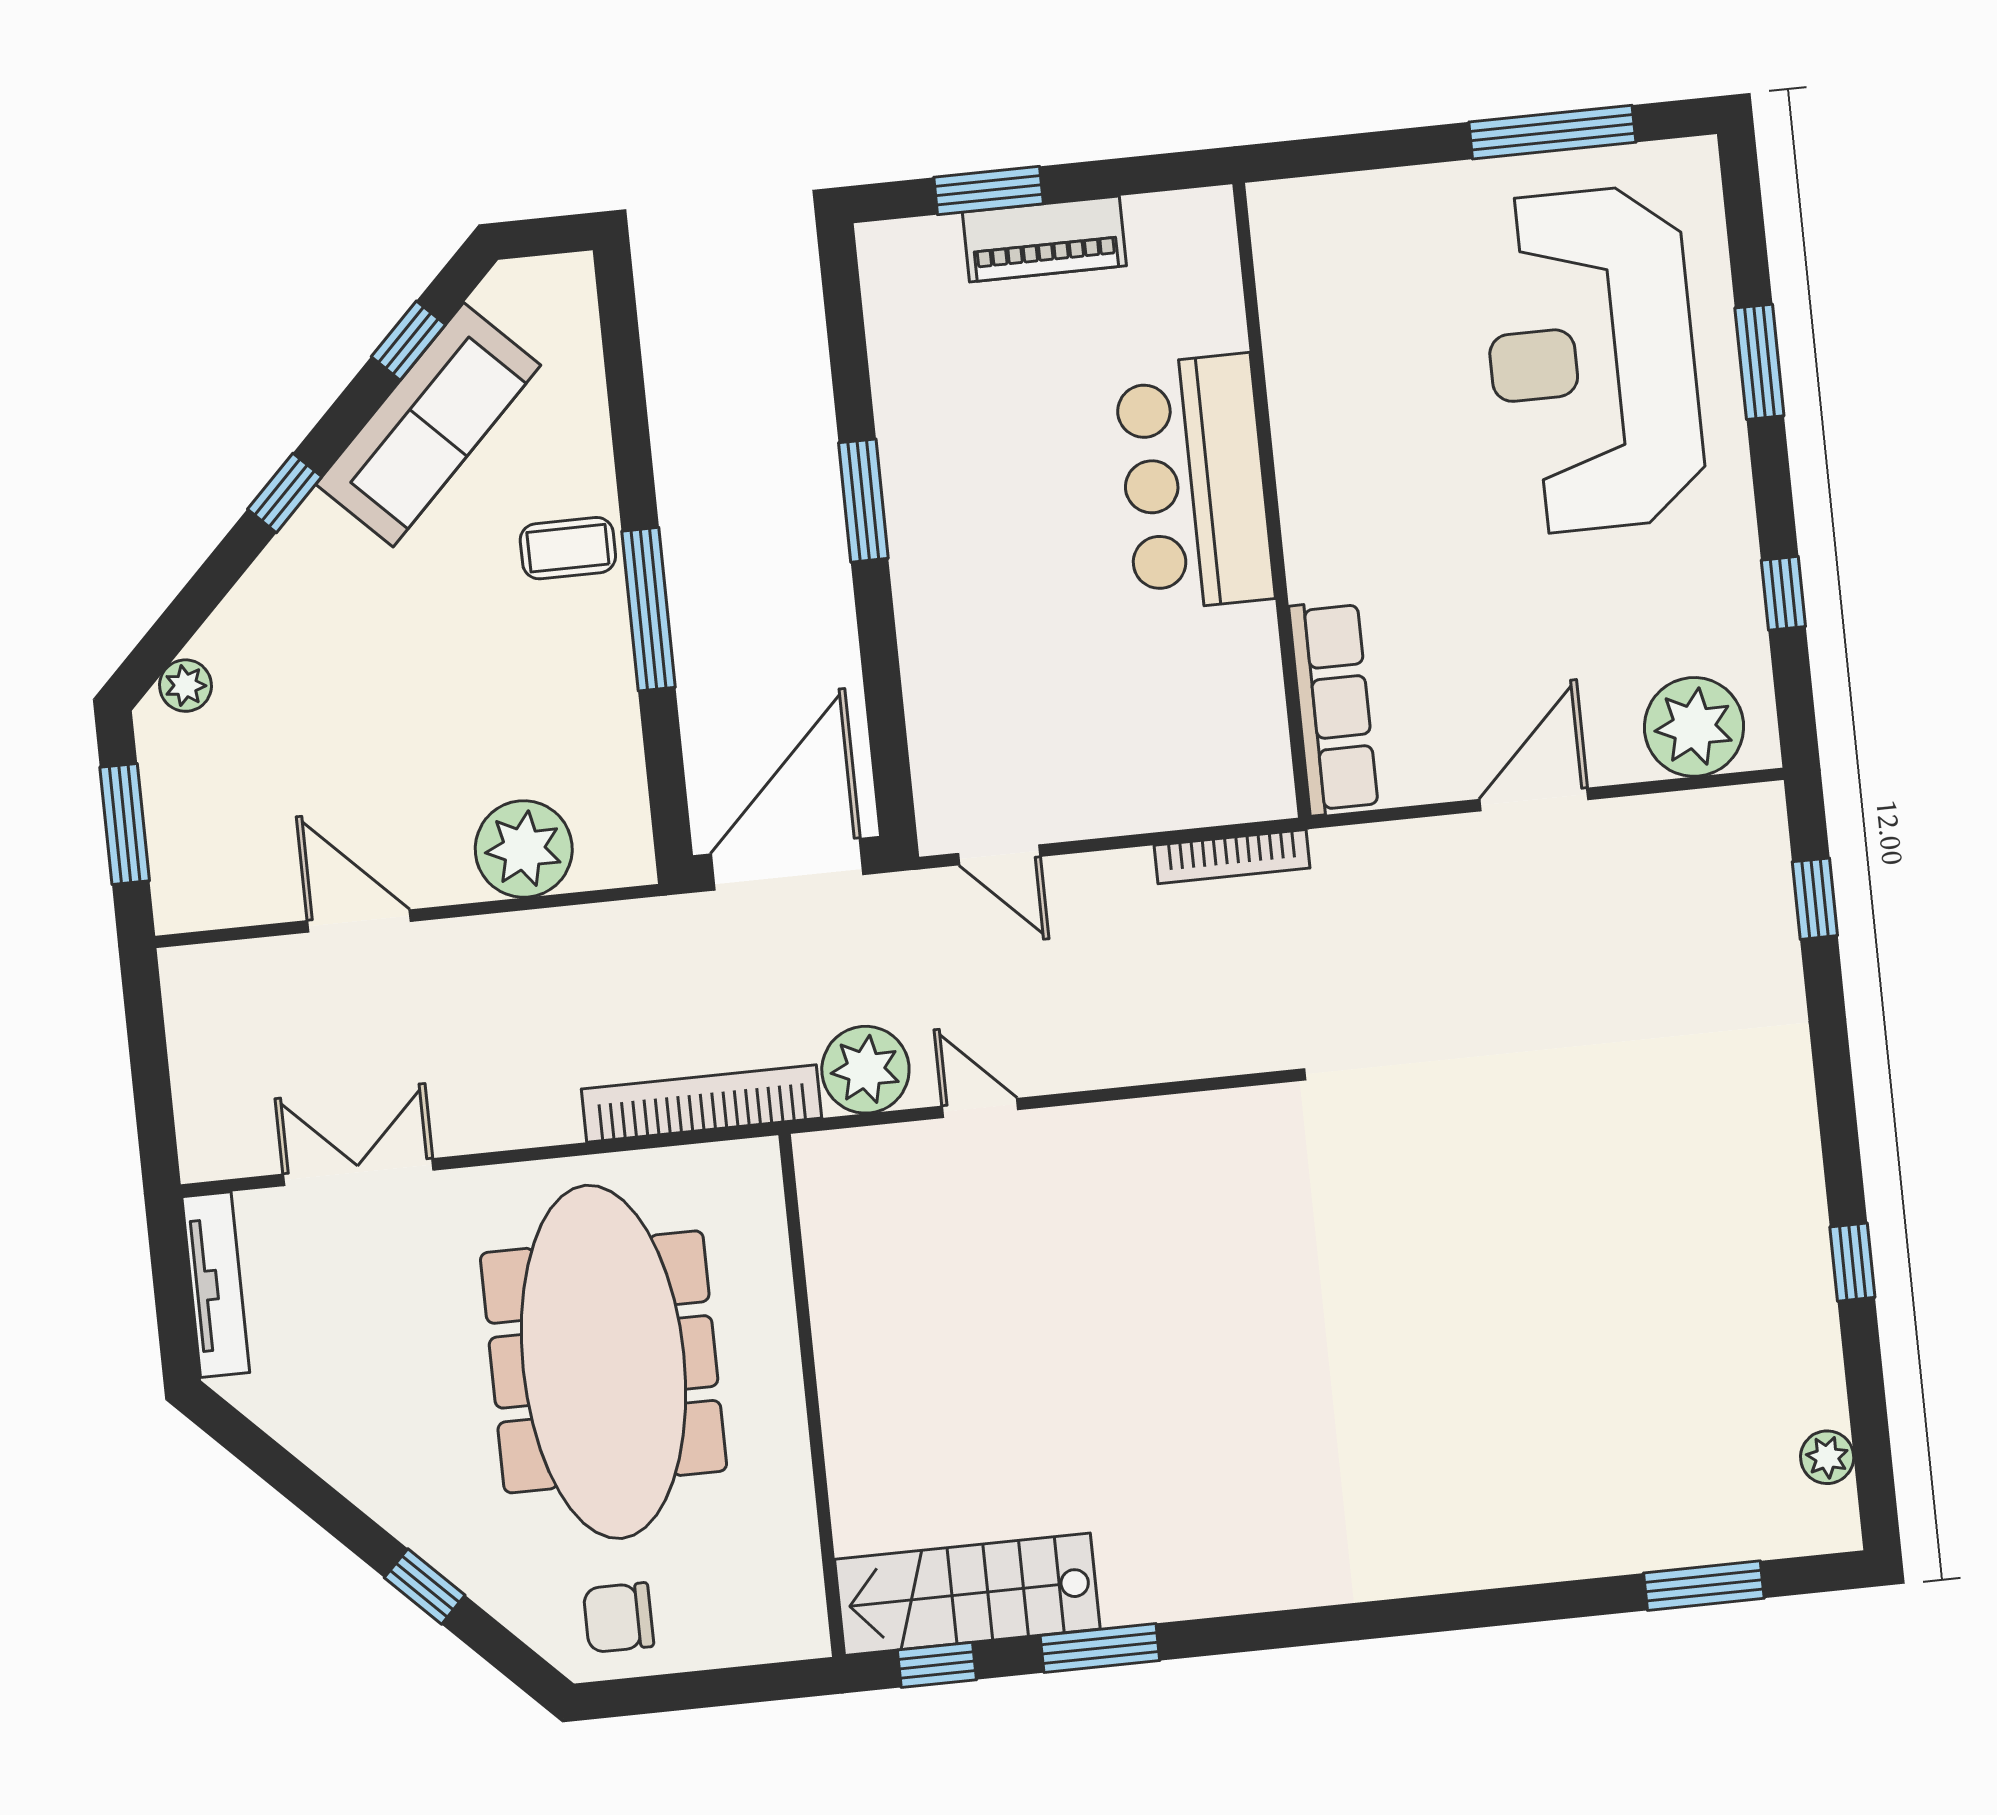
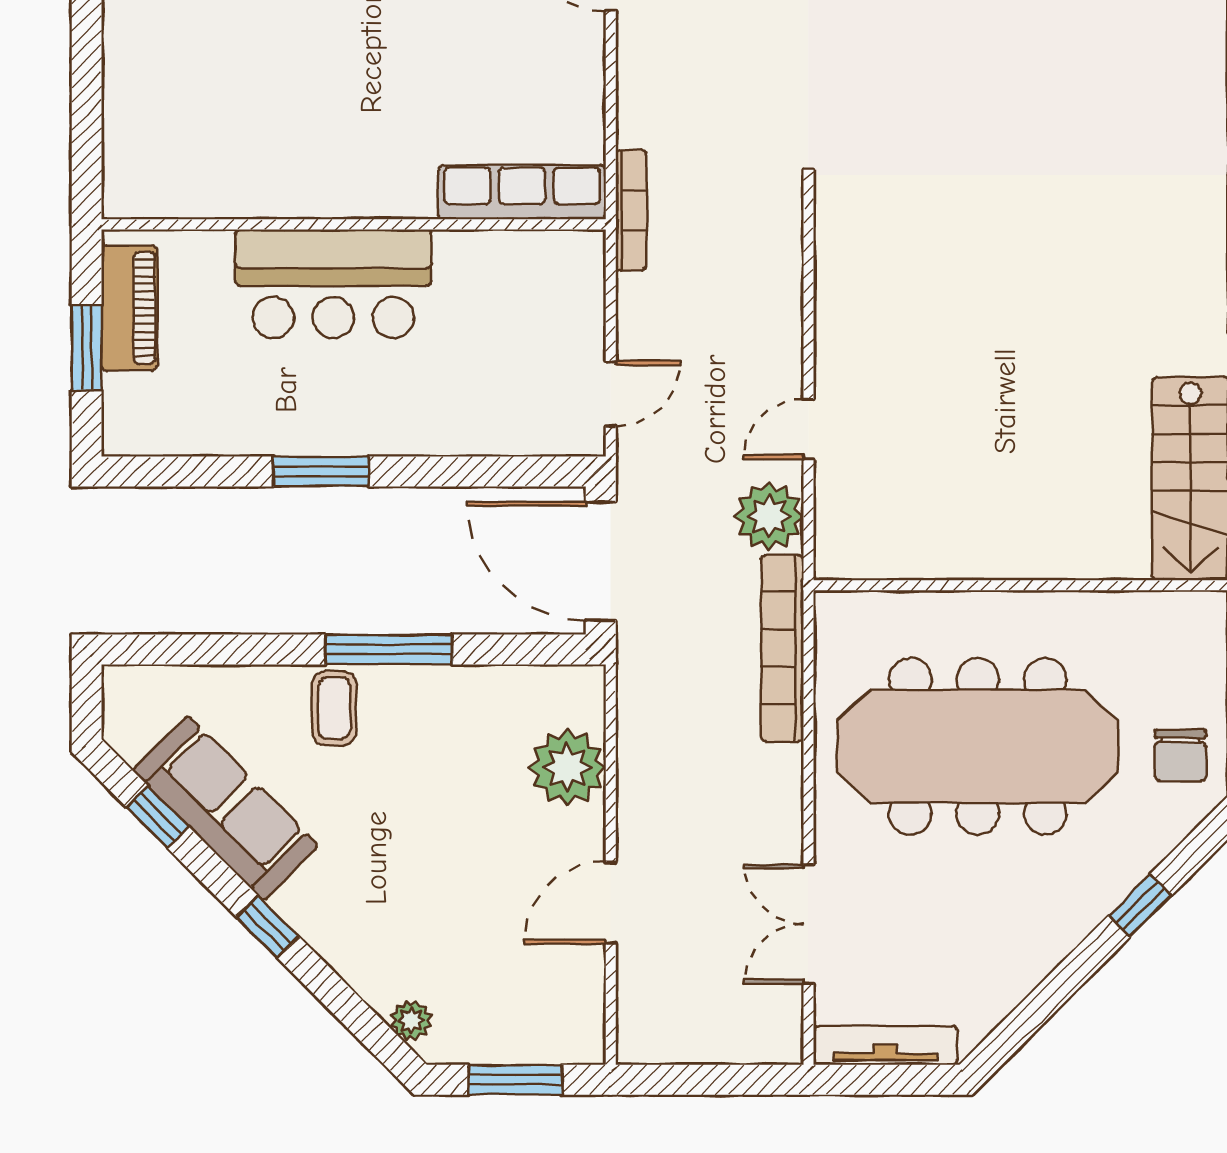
bar counter: (1194, 482) -> (333, 284), moved
wall: (1271, 500) -> (354, 224), moved
row of seats: (1334, 708) -> (522, 192), moved

